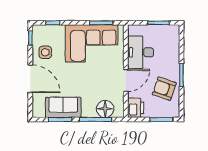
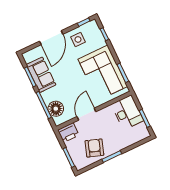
desk: (141, 52) -> (127, 112), moved, turned 90
door: (126, 80) -> (86, 114), swing flipped

